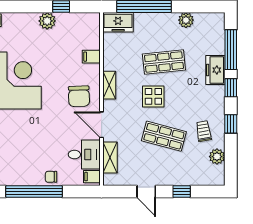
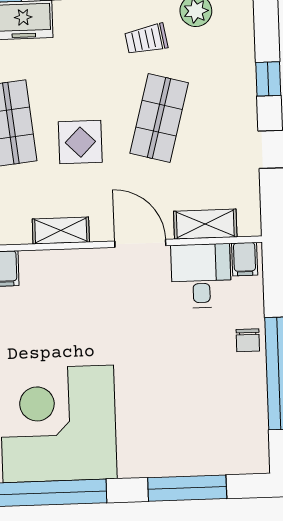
chair: (79, 96) -> (85, 290), removed
door: (102, 125) -> (140, 243), swing flipped

